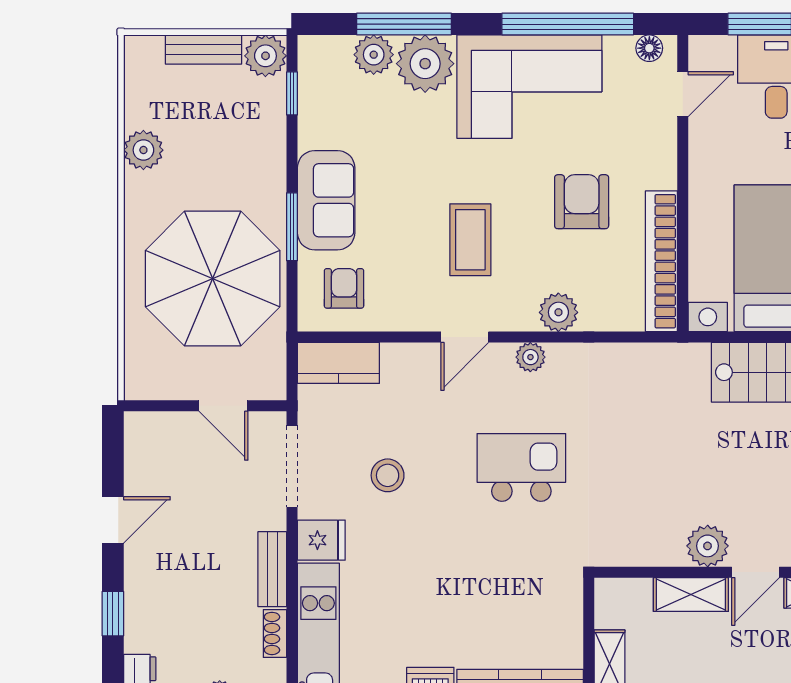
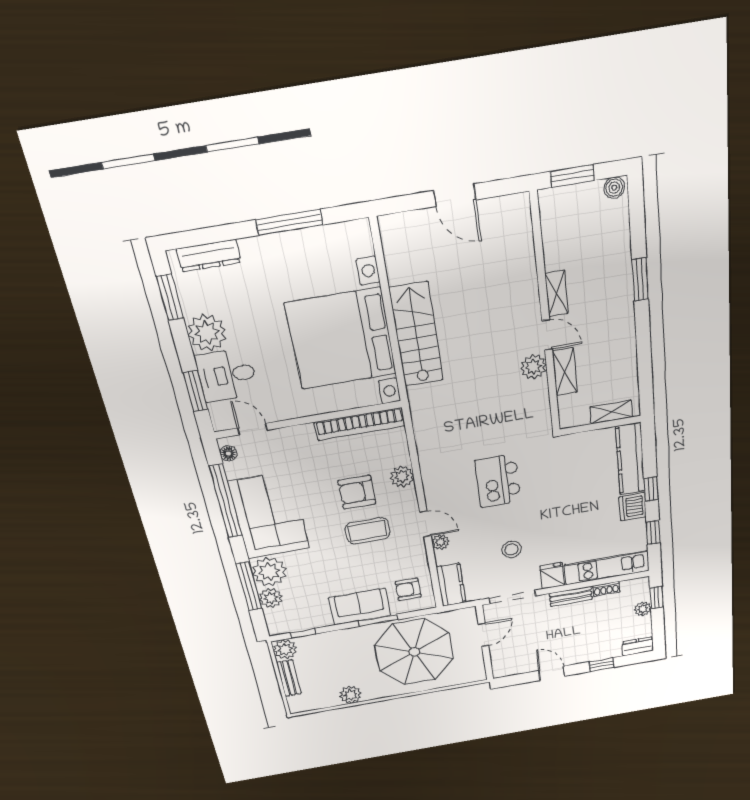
armchair: (582, 202) -> (357, 492), moved
plant: (530, 357) -> (441, 542), moved

